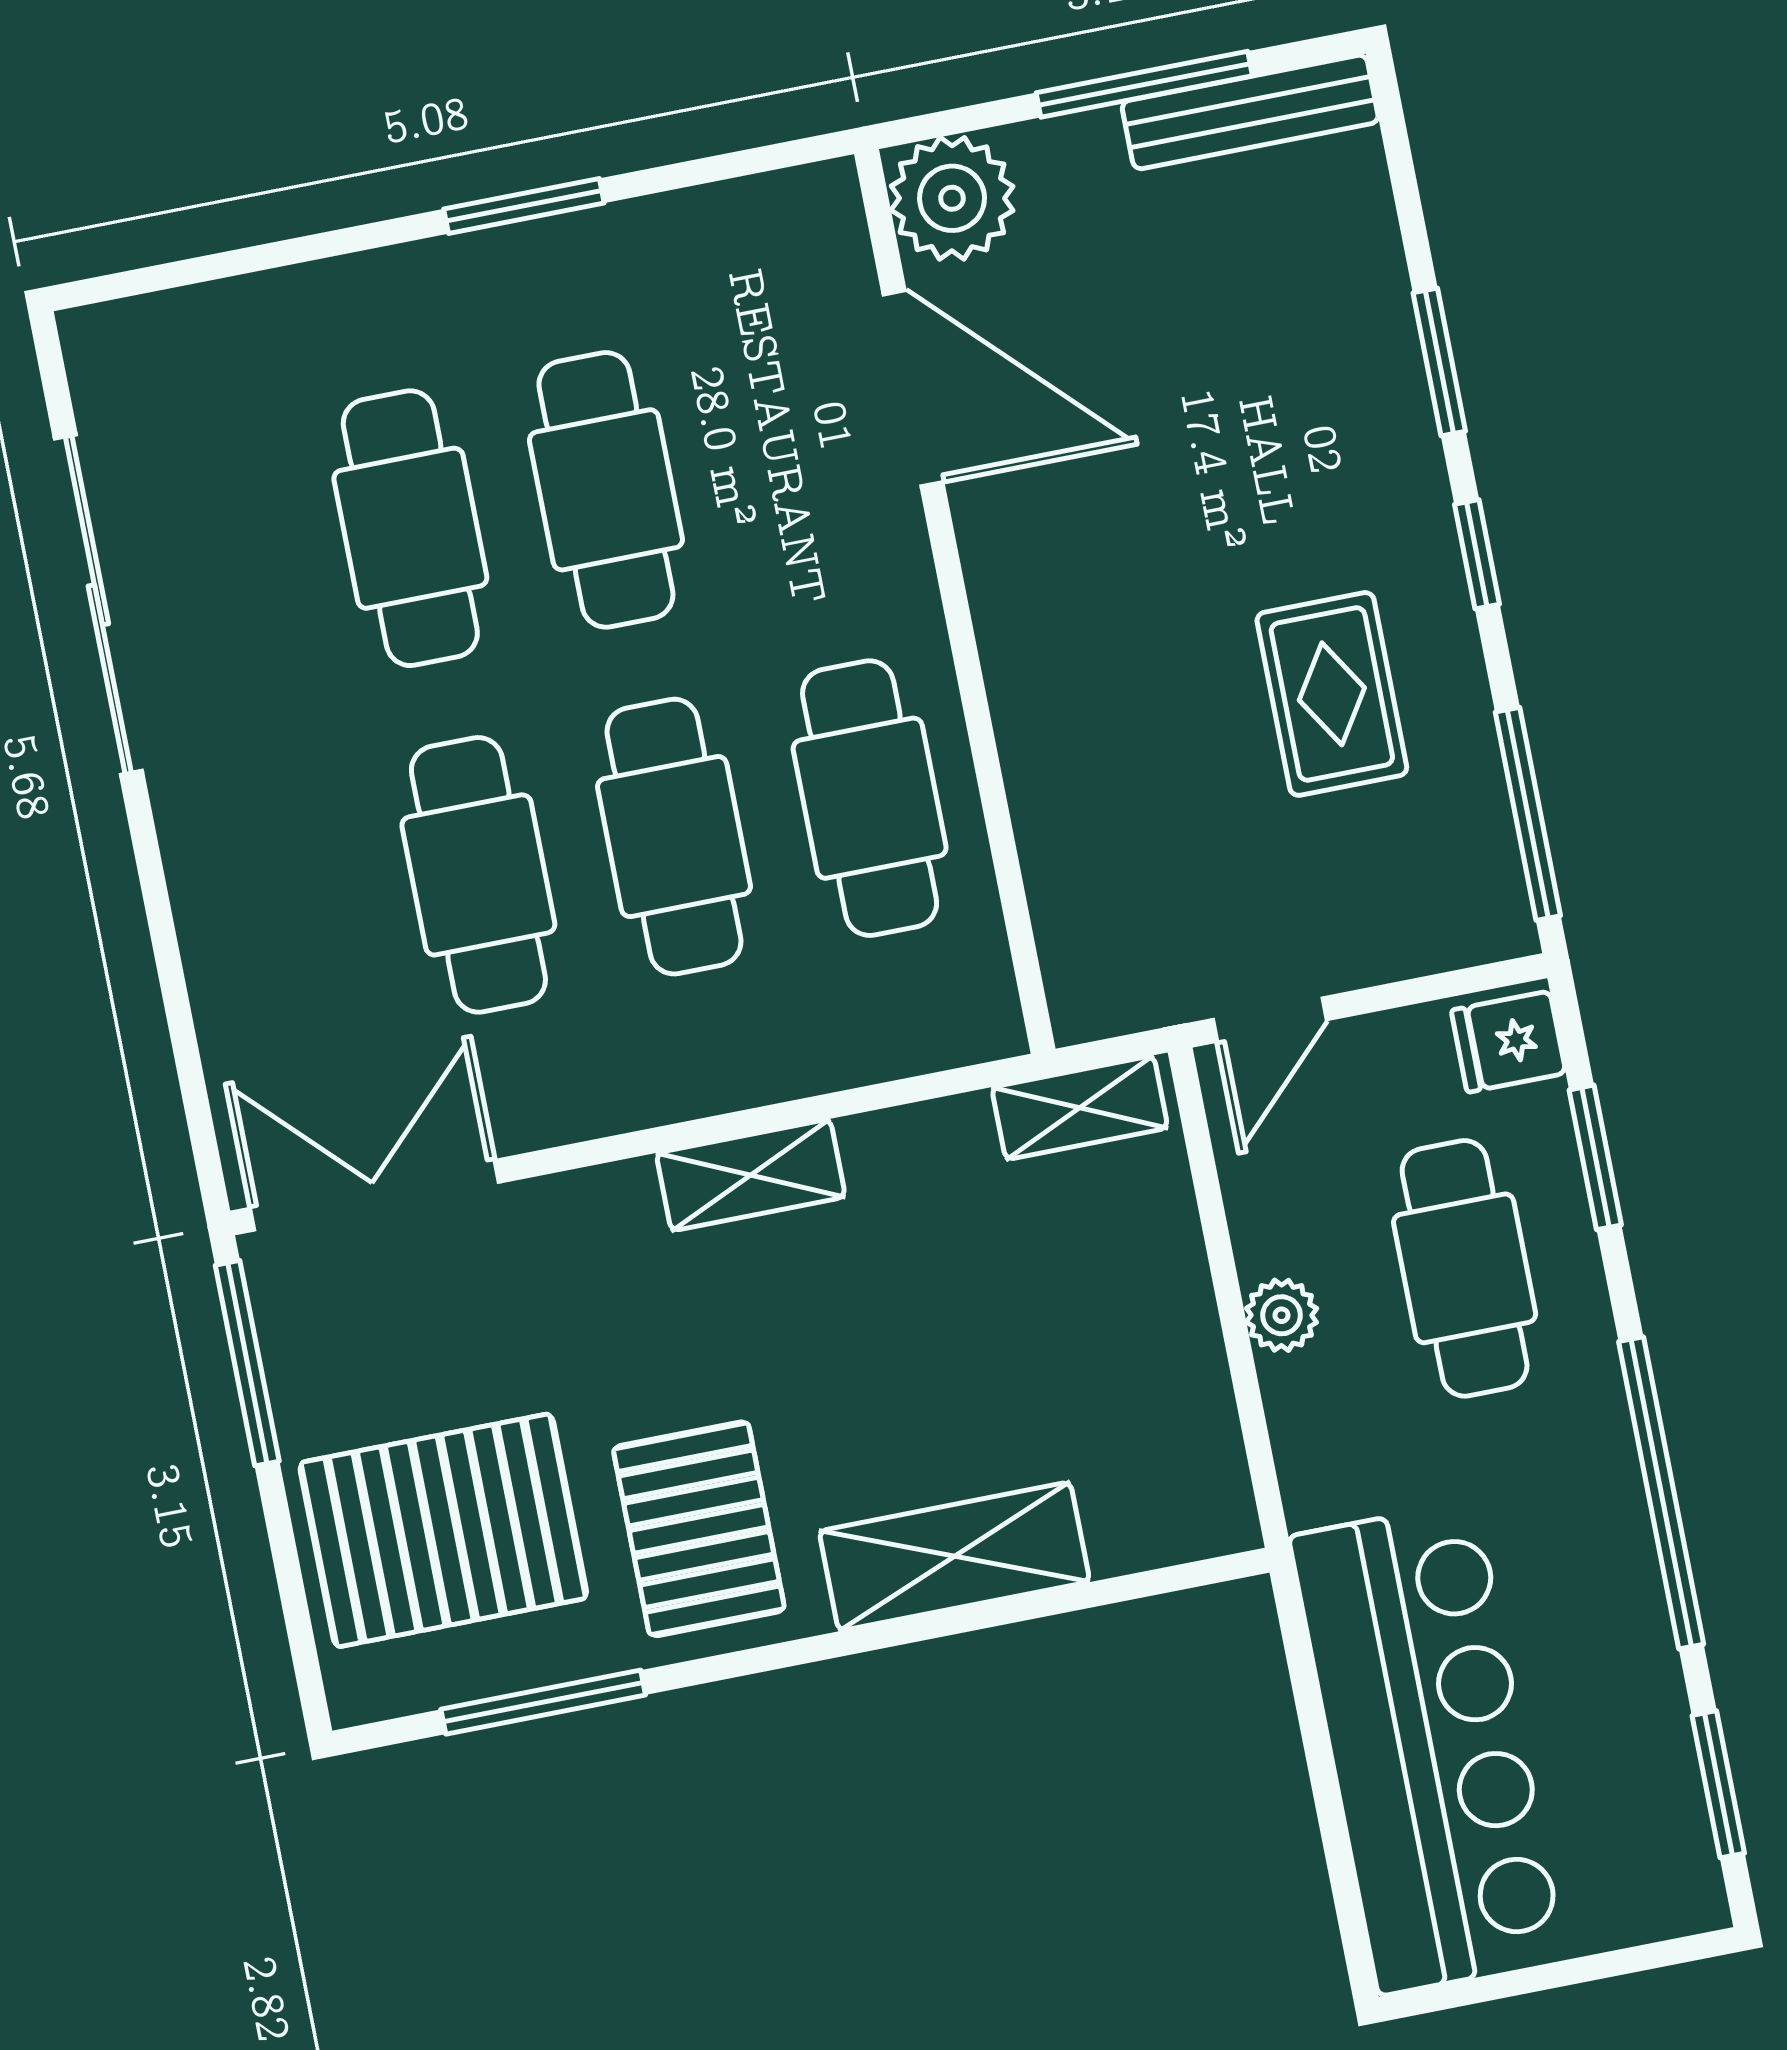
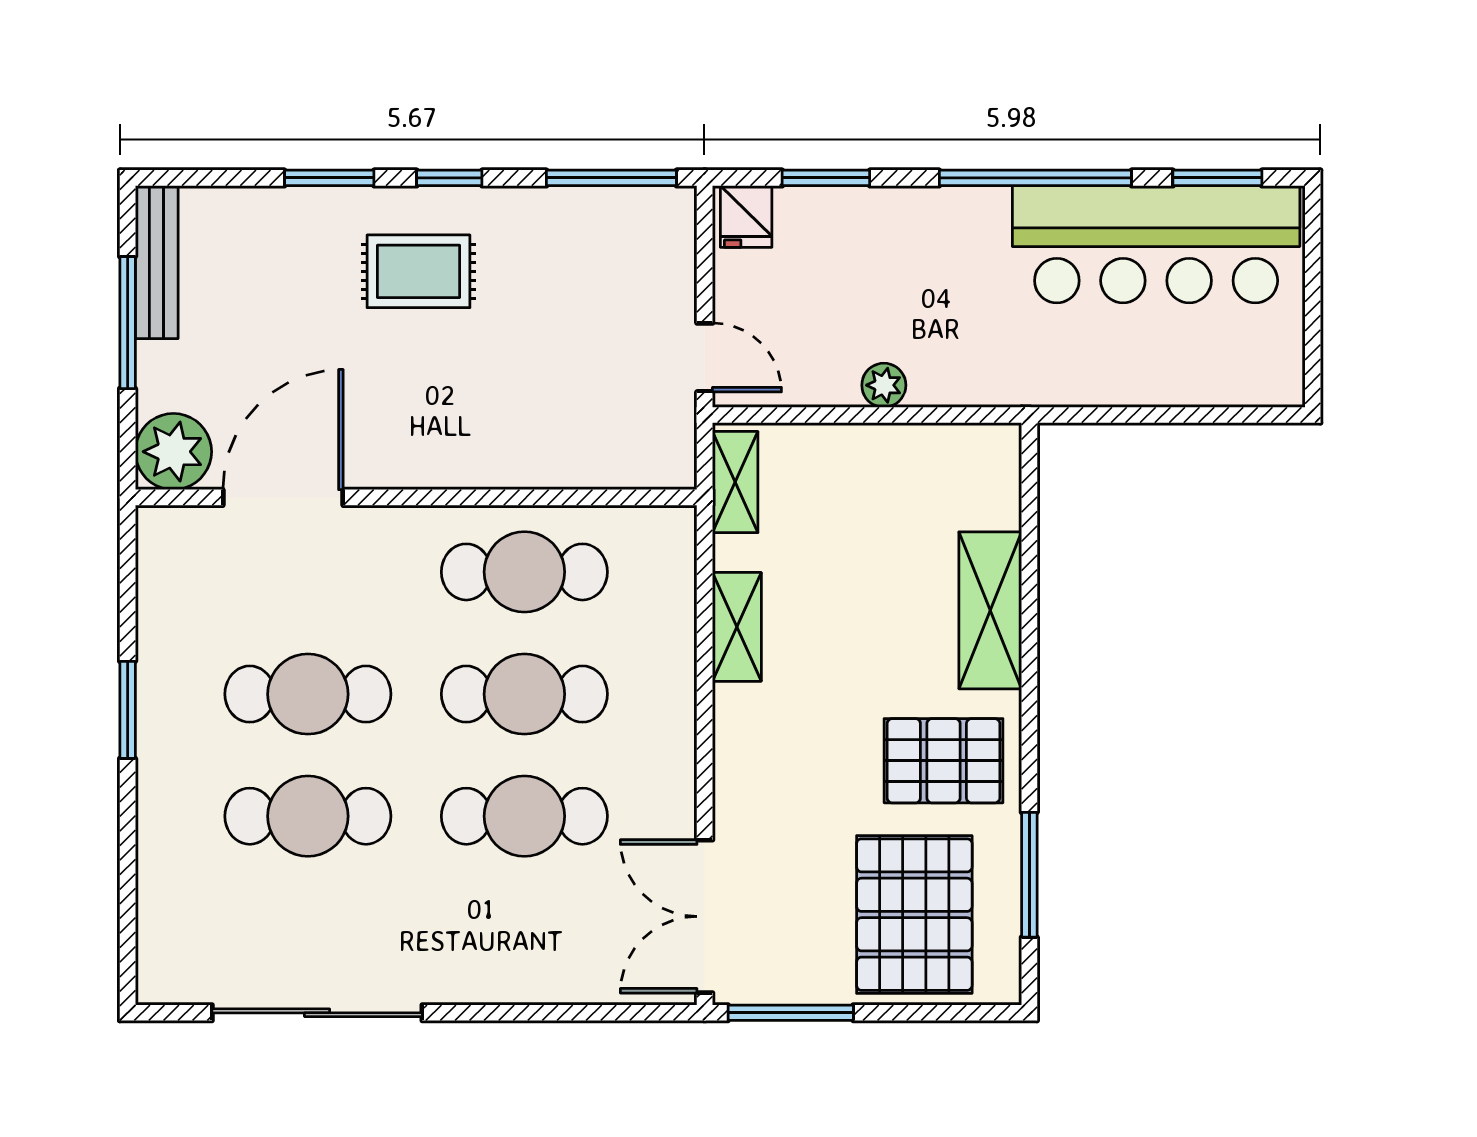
rug: (1332, 694) -> (419, 271), moved
shelving: (751, 1175) -> (737, 627), moved
cafe table: (1465, 1268) -> (877, 270), removed
bar counter: (1427, 1748) -> (1156, 244), moved, turned 180

